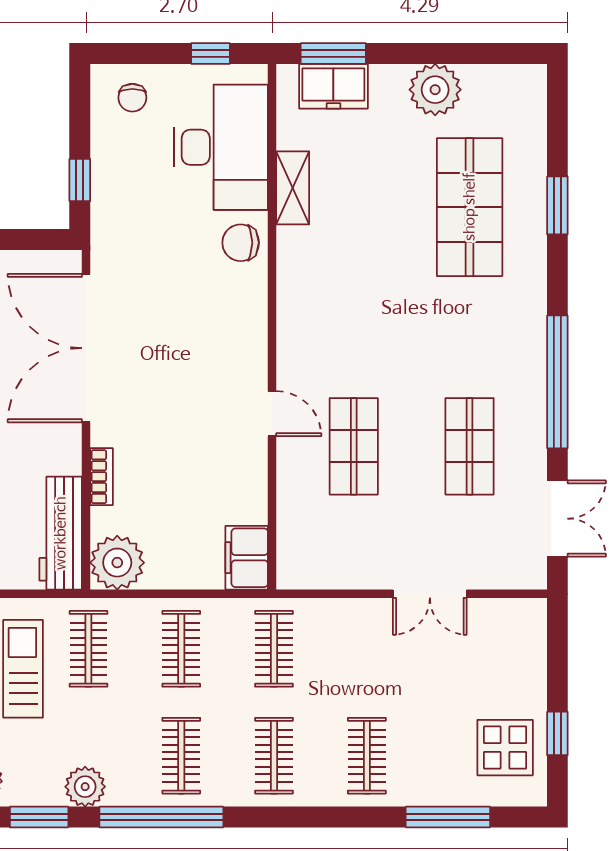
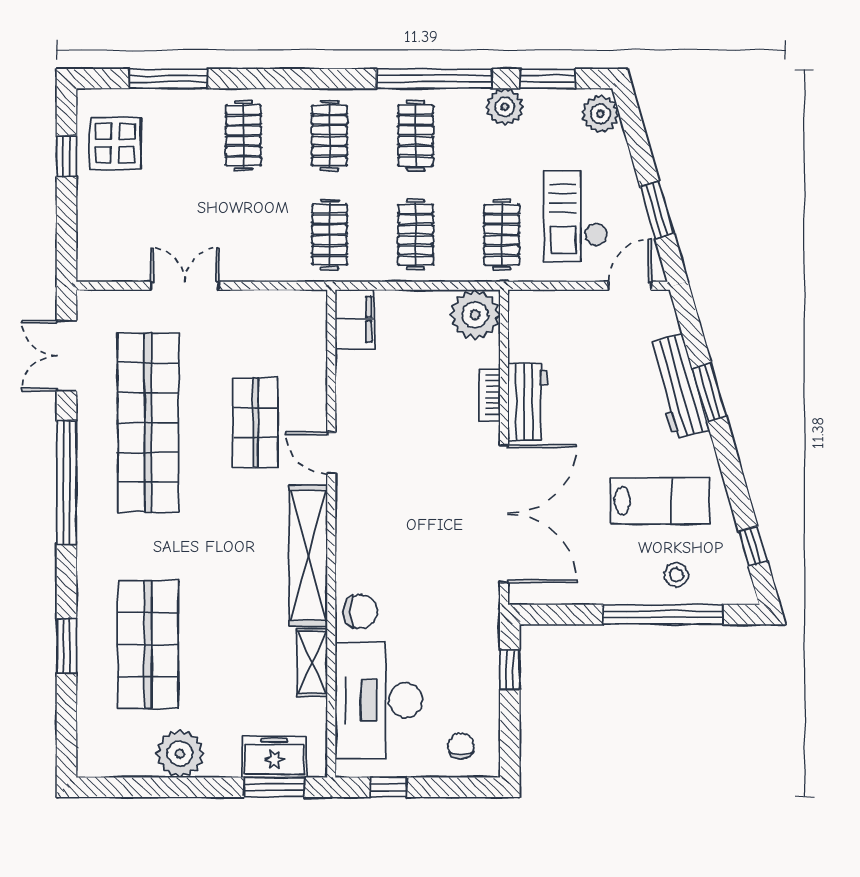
shelving: (297, 303) -> (308, 555), added
shop shelf: (470, 446) -> (148, 423), width x2.00, depth x1.36
workbench: (61, 533) -> (527, 402), moved, width x0.73

